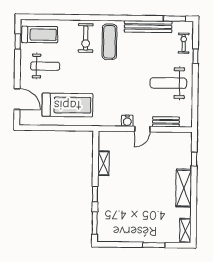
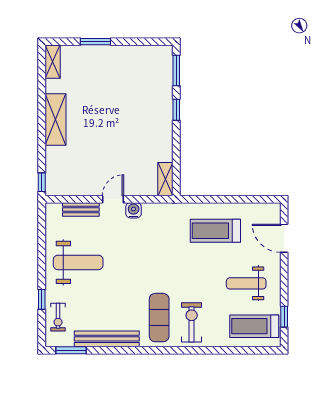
treadmill: (67, 105) -> (215, 231), width x0.73, depth x0.73
window: (194, 159) -> (42, 182), moved
shelving: (103, 163) -> (165, 179), moved

